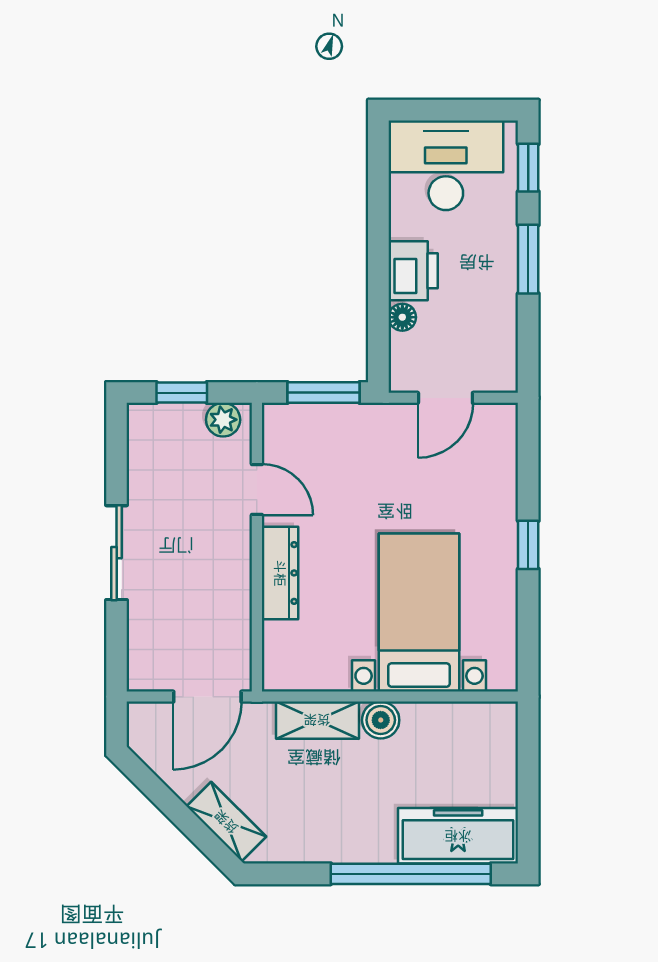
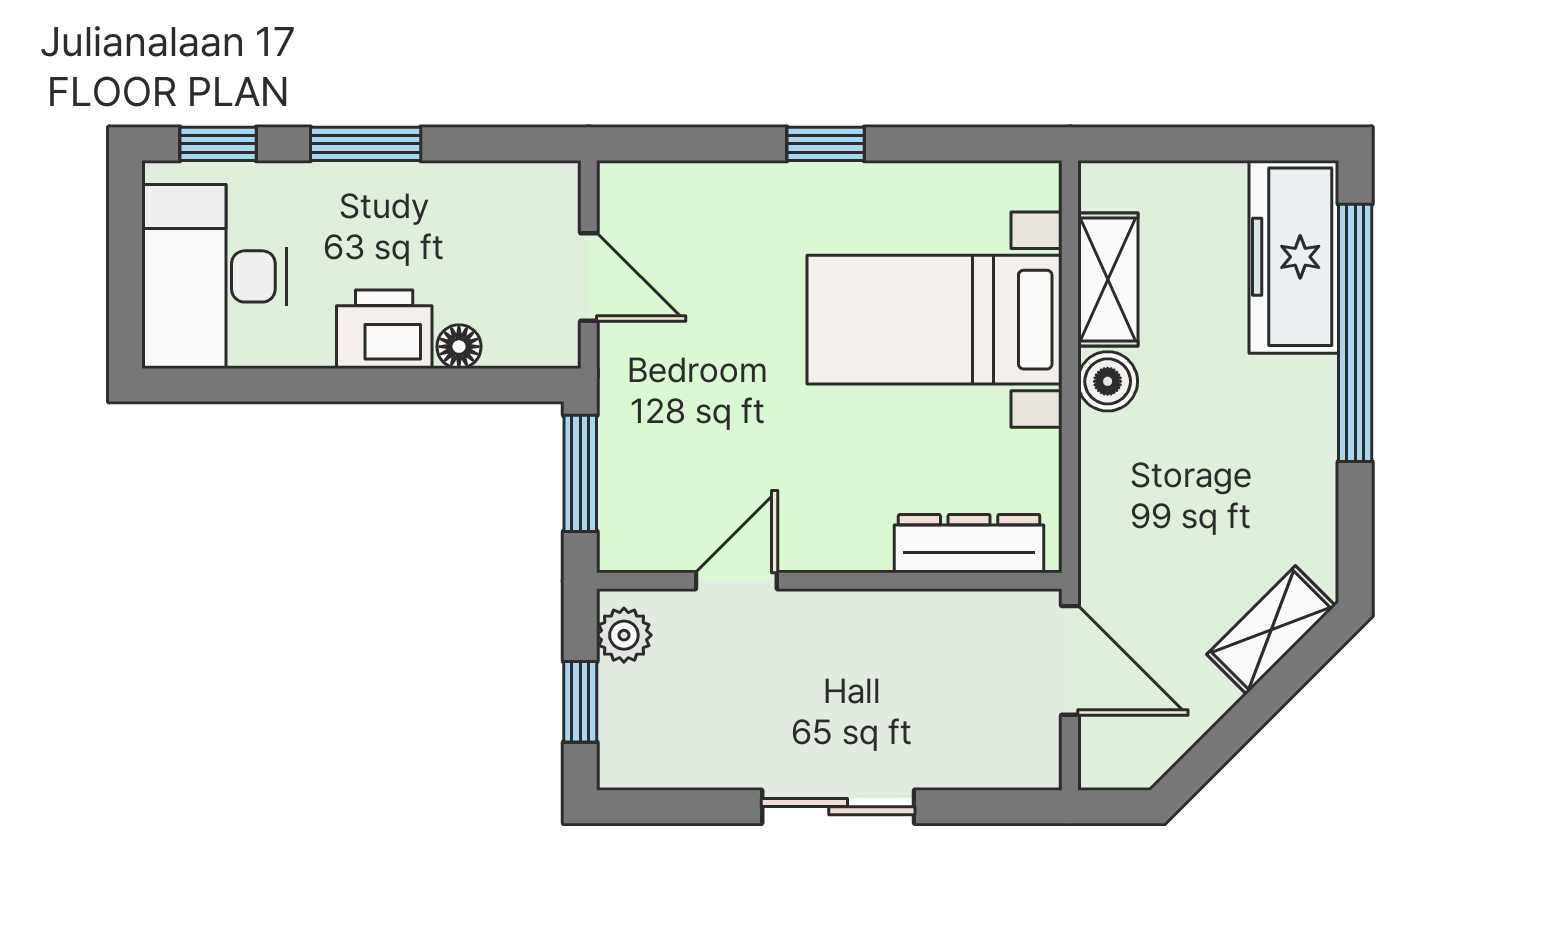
dresser: (280, 573) -> (969, 544), moved
shelving: (317, 720) -> (1108, 280), moved

